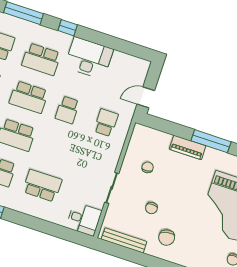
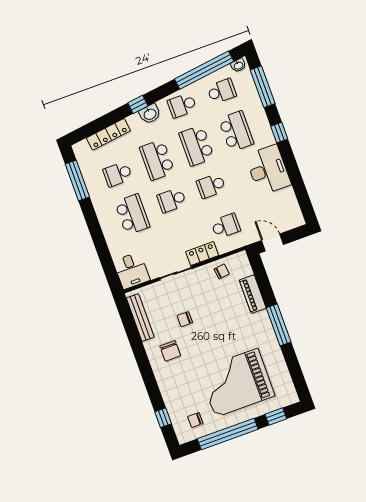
school desk: (41, 59) -> (236, 131), turned 180
piano: (188, 147) -> (253, 294), moved
school desk: (55, 148) -> (172, 200), added
locker: (113, 156) -> (202, 254), added
chair: (148, 167) -> (222, 271), moved
chair: (167, 238) -> (170, 351), turned -79

